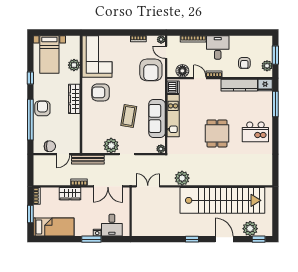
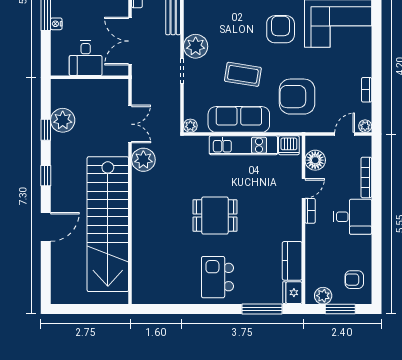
armchair: (244, 63) -> (354, 280), moved
armchair: (151, 70) -> (297, 97), moved
kitchen counter: (239, 85) -> (292, 261), width x0.67
double door: (148, 186) -> (130, 124), moved
desk: (112, 225) -> (86, 58), moved, turned -90
plant: (250, 229) -> (63, 120), moved
window: (259, 239) -> (46, 130), moved

